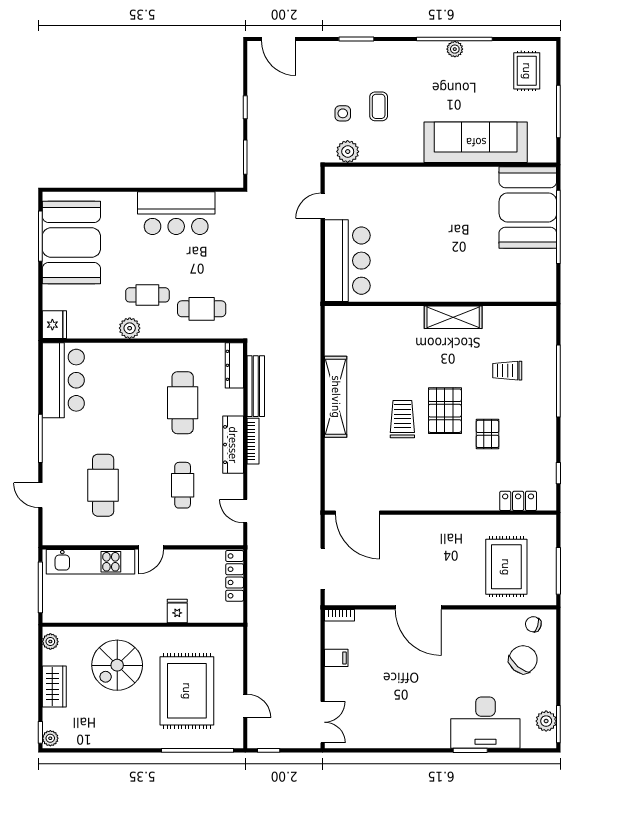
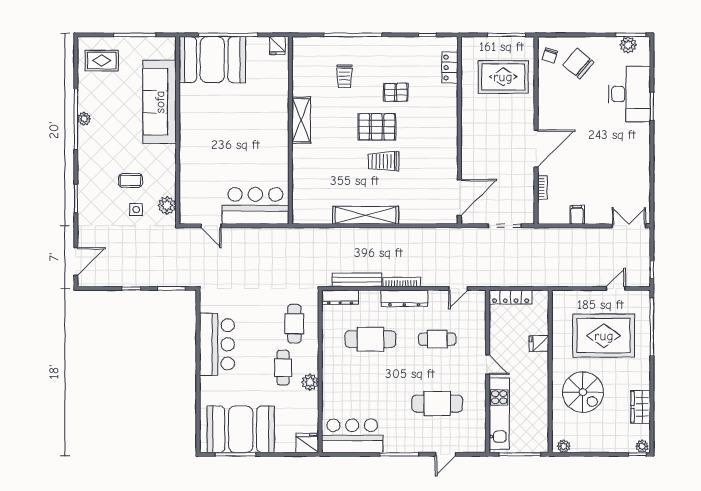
fridge: (545, 288) -> (277, 46), added
bookcase: (339, 615) -> (542, 187), moved
wardrobe: (54, 687) -> (641, 407), moved, turned -90

